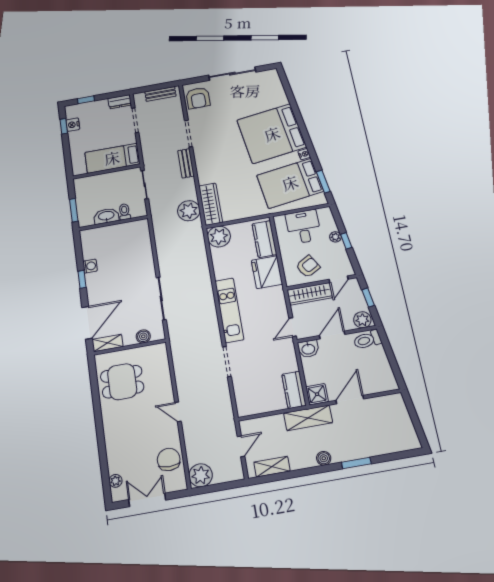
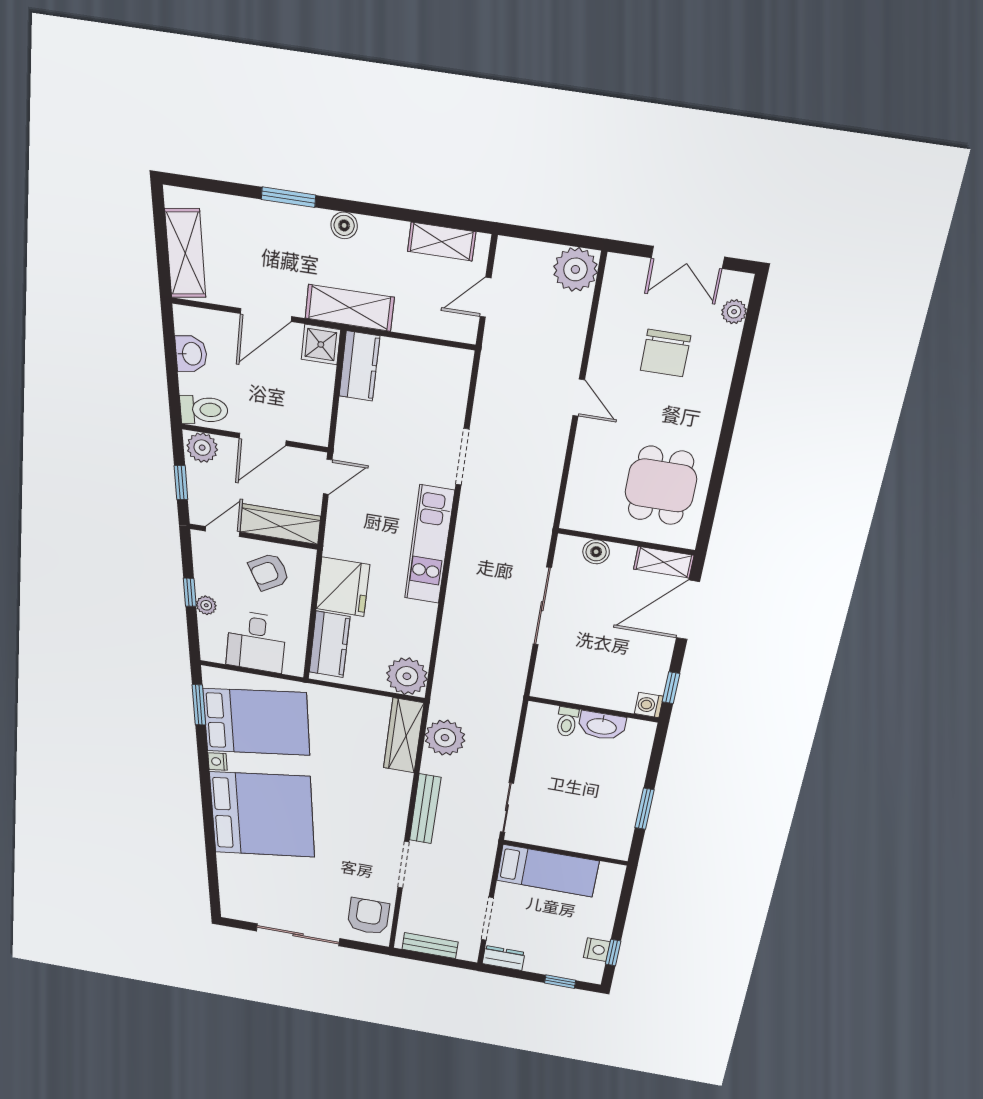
bench: (186, 163) -> (425, 809), width x1.36
toilet: (125, 212) -> (567, 722), moved
washbasin: (106, 216) -> (602, 726), moved
wall: (113, 223) -> (593, 709), moved
washbasin: (308, 349) -> (191, 354), moved, turned 82
dining table: (122, 382) -> (661, 485), turned 90
shelving: (401, 417) -> (185, 253), added
chair: (169, 459) -> (665, 353), moved

